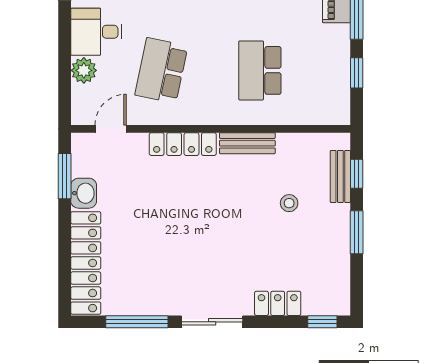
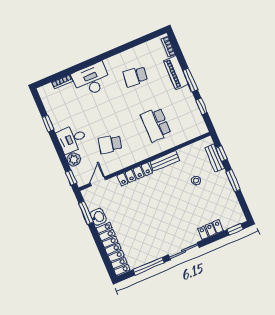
school desk: (161, 70) -> (110, 144), width x0.54
window: (65, 101) -> (71, 178), added

